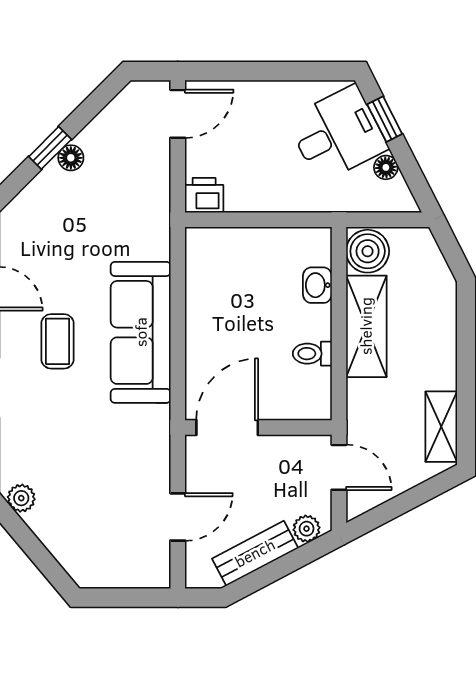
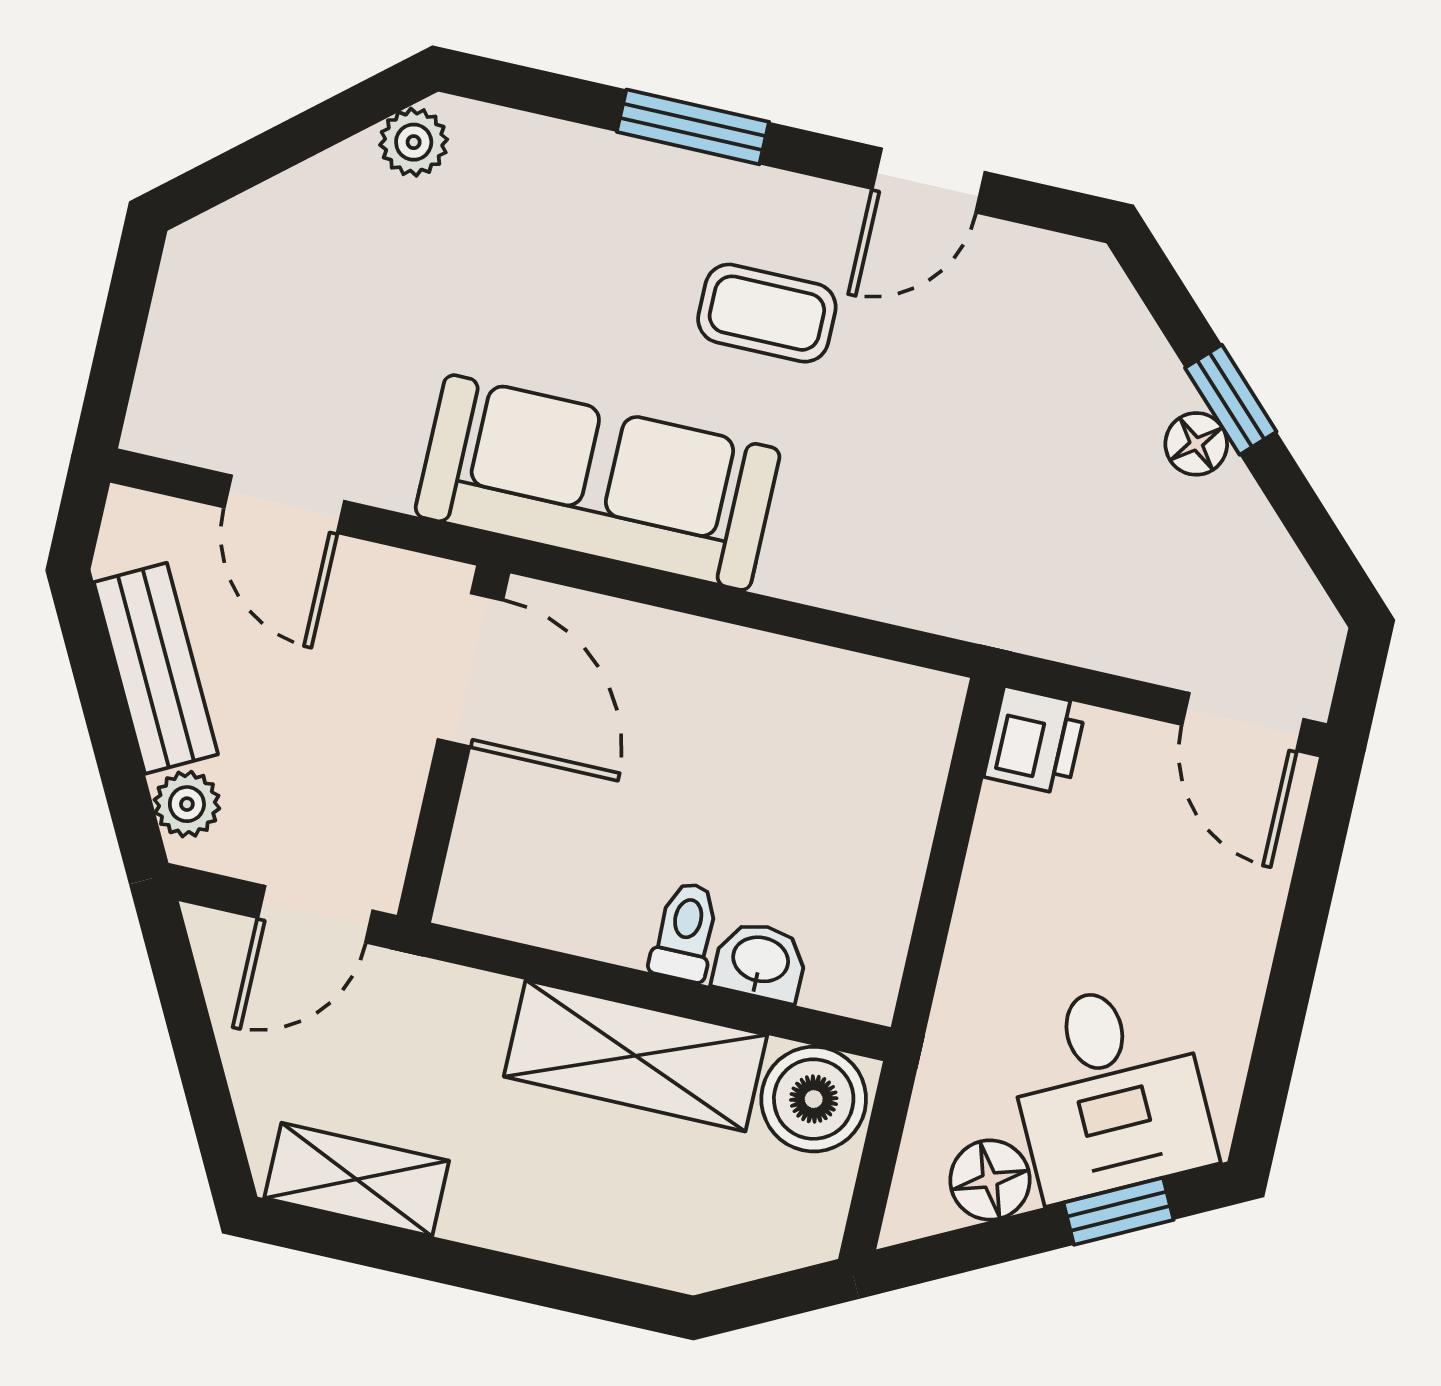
floor lamp: (386, 167) -> (990, 1180), width x1.37, depth x1.37
sofa: (141, 332) -> (598, 483), moved
toilet: (312, 354) -> (685, 932), moved

